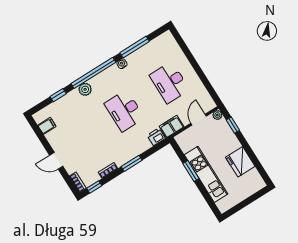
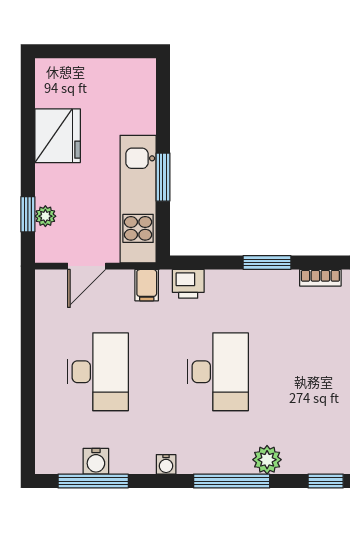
window: (135, 47) -> (93, 481), moved
water cooler: (149, 48) -> (96, 461), added
window: (93, 73) -> (232, 481), width x0.68
plant: (217, 115) -> (45, 216), moved
filing cabinet: (172, 127) -> (147, 285), width x0.50
kitchen unit: (206, 174) -> (138, 199), moved

